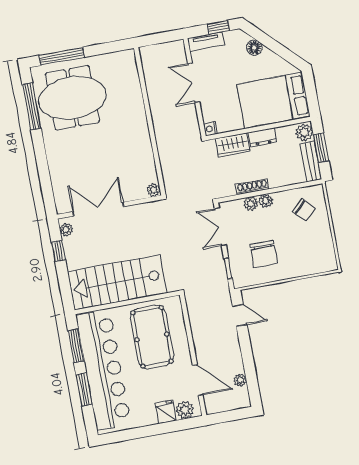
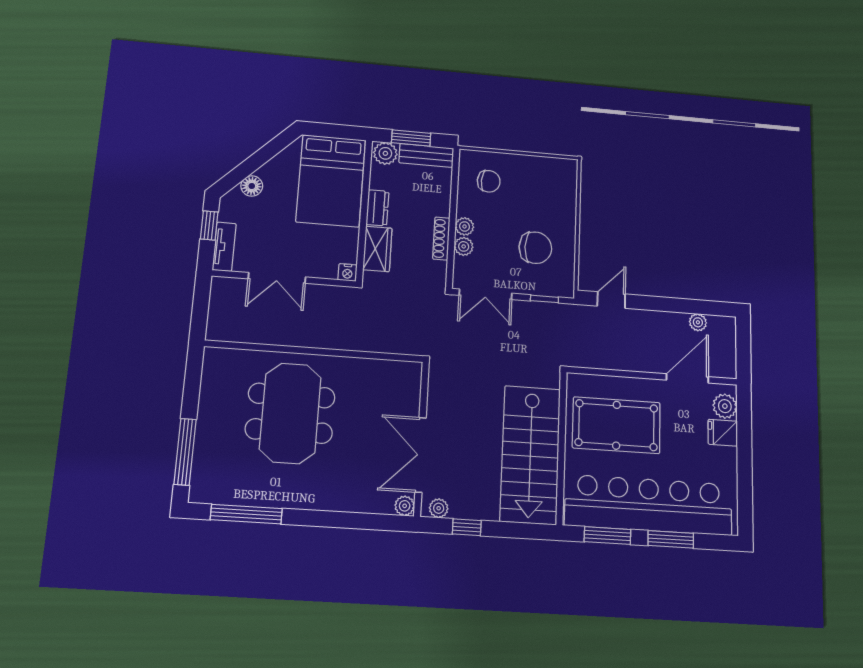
meeting table: (72, 98) -> (290, 413), moved
plant: (154, 190) -> (405, 506), moved
chair: (304, 210) -> (489, 181), turned 48

